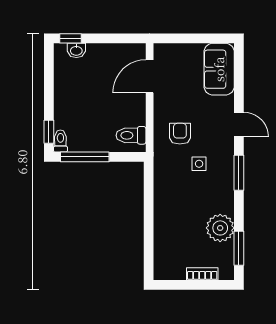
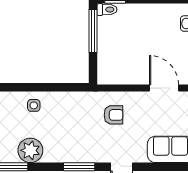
toilet: (131, 135) -> (112, 72), removed
side table: (199, 164) -> (34, 105), moved

